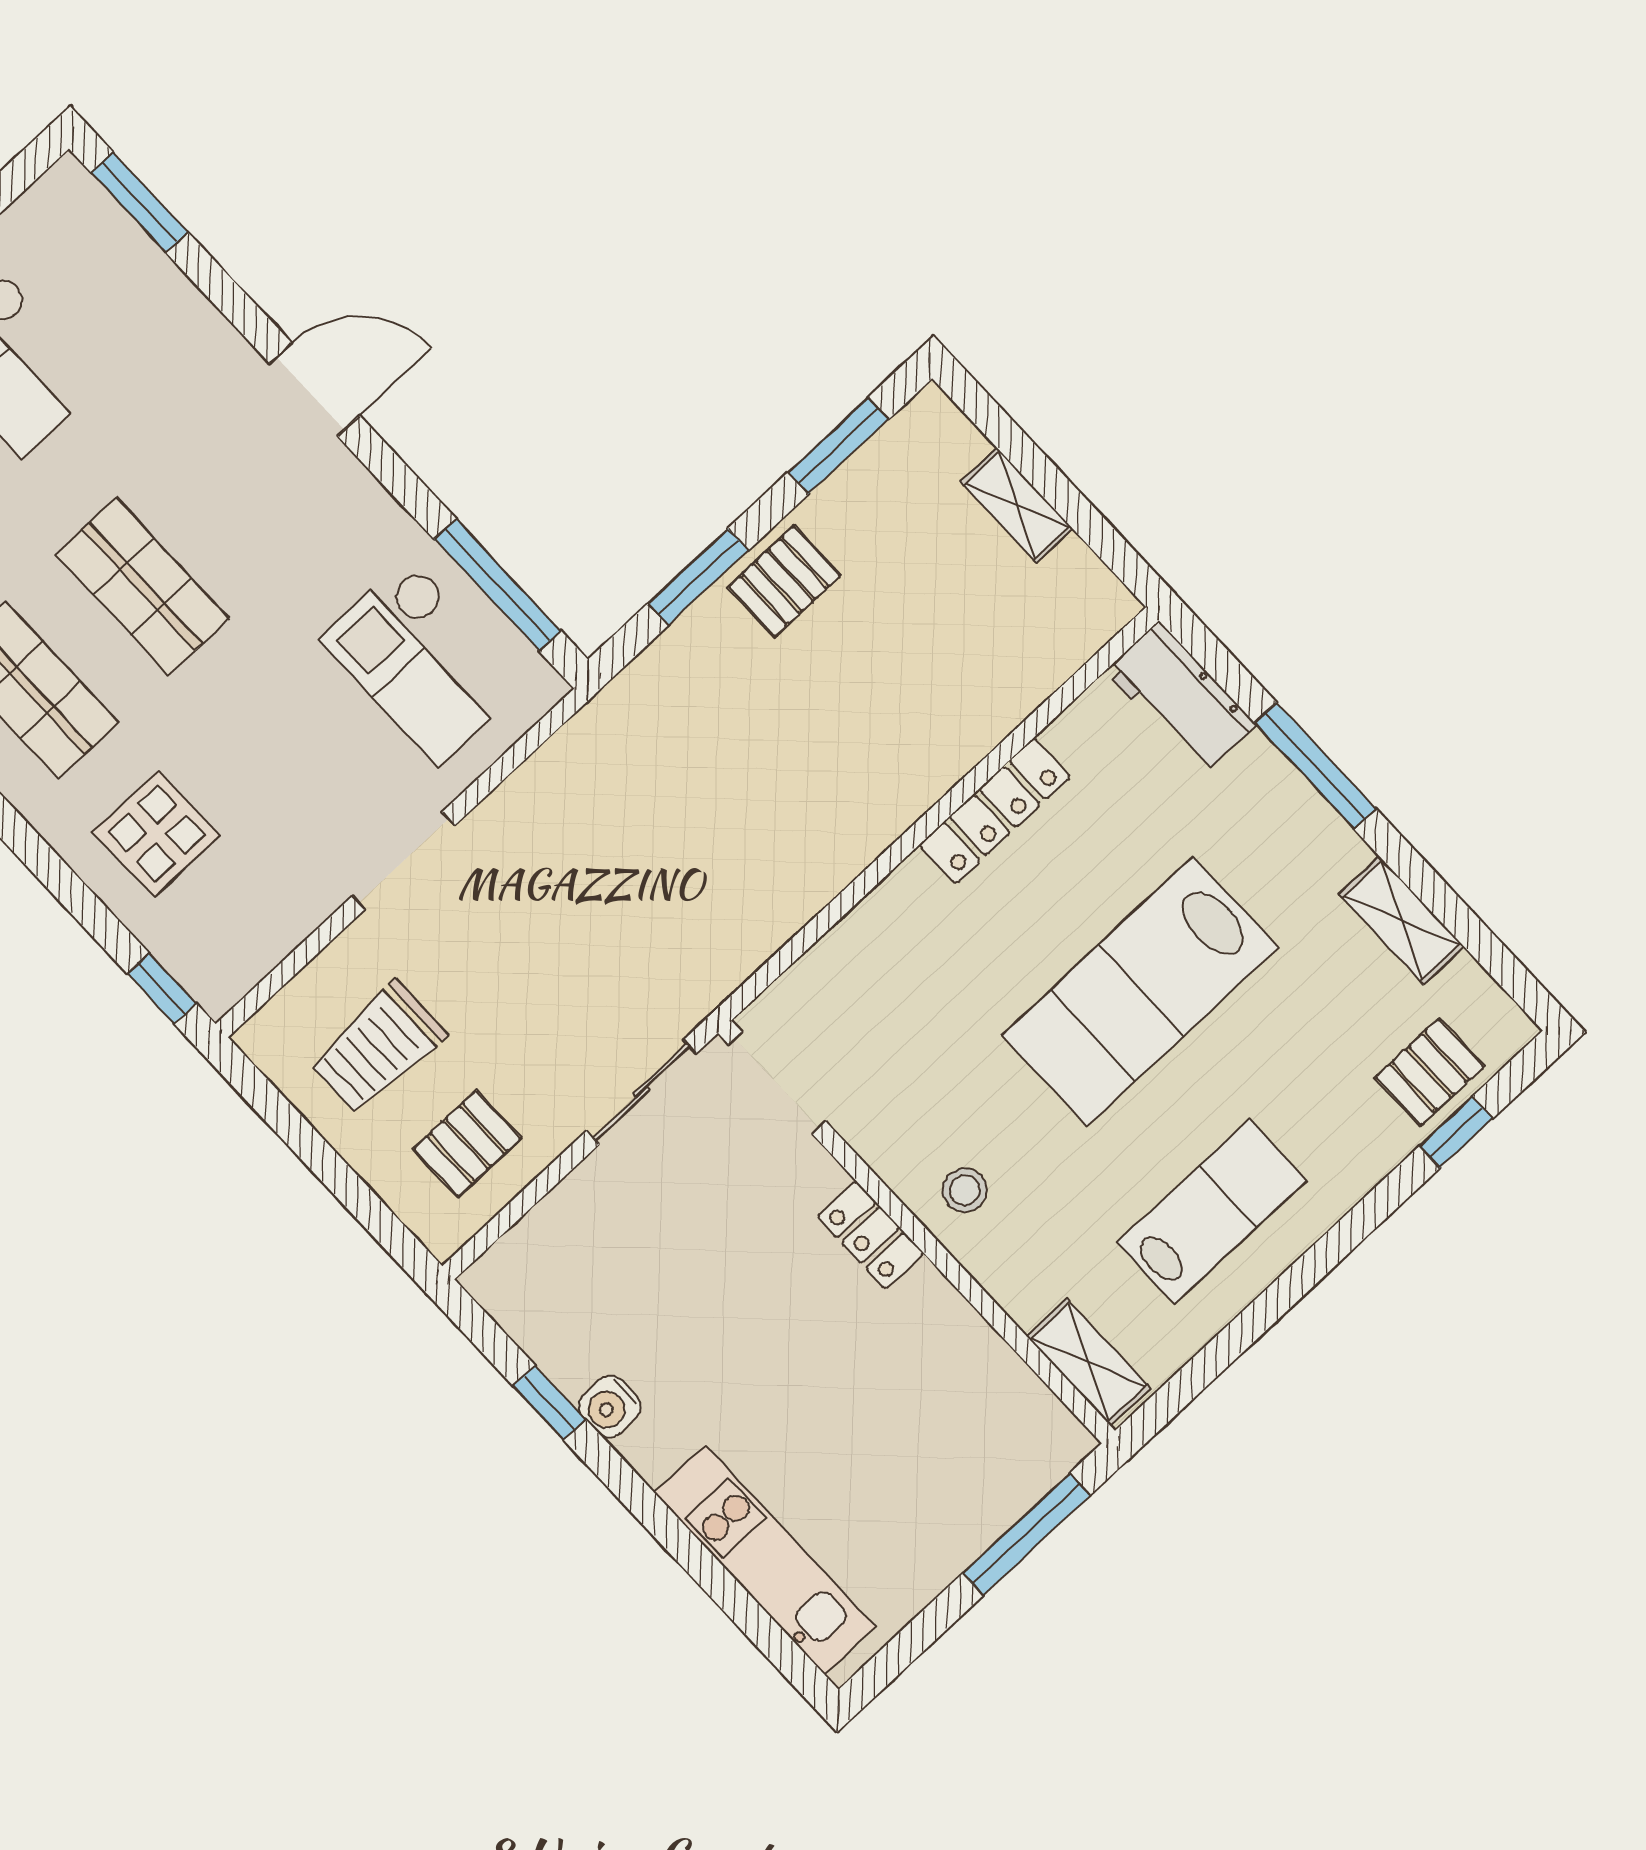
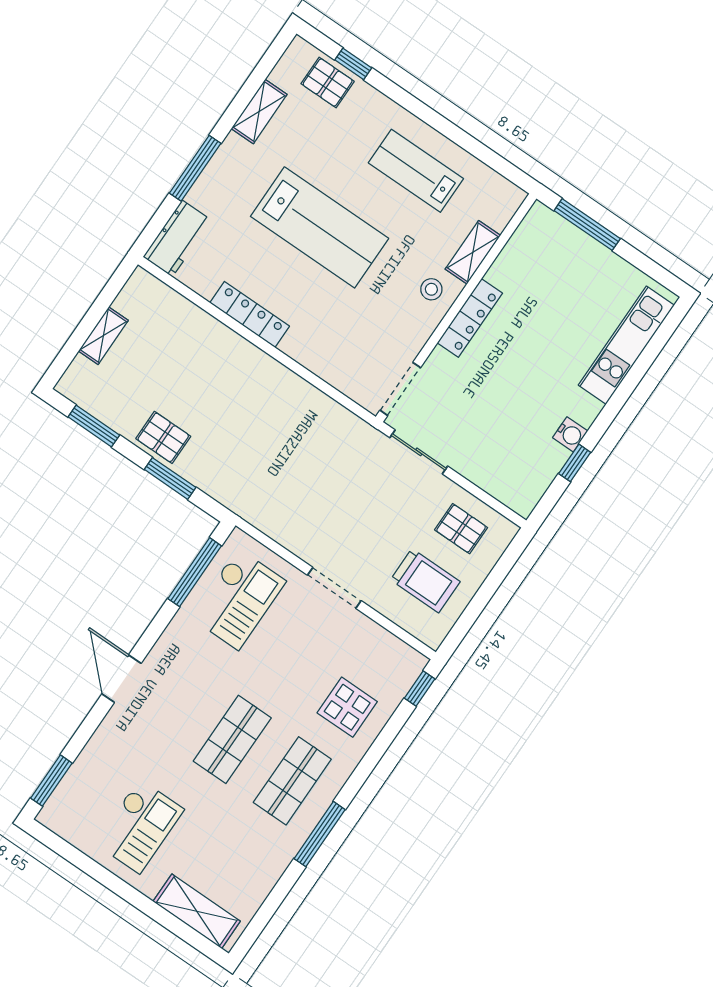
locker: (871, 1235) -> (470, 318), width x1.53
shelving: (1088, 1362) -> (473, 252), moved

